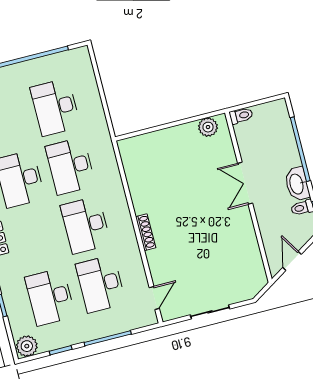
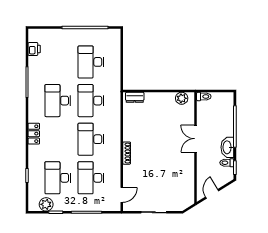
dresser: (136, 144) -> (135, 97), added
plant: (27, 346) -> (46, 204), moved

